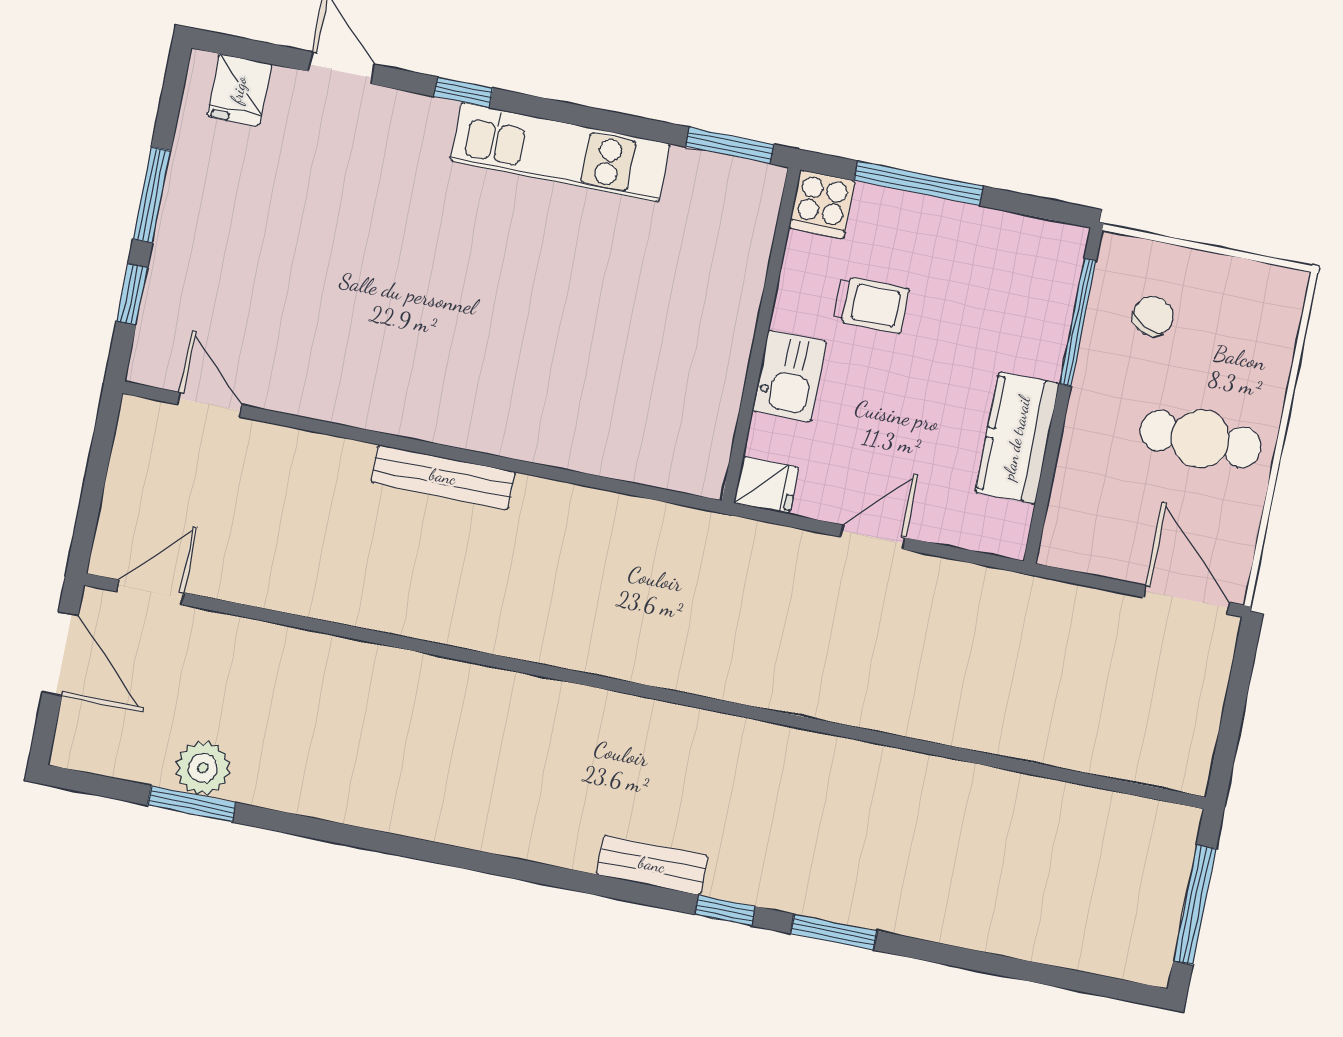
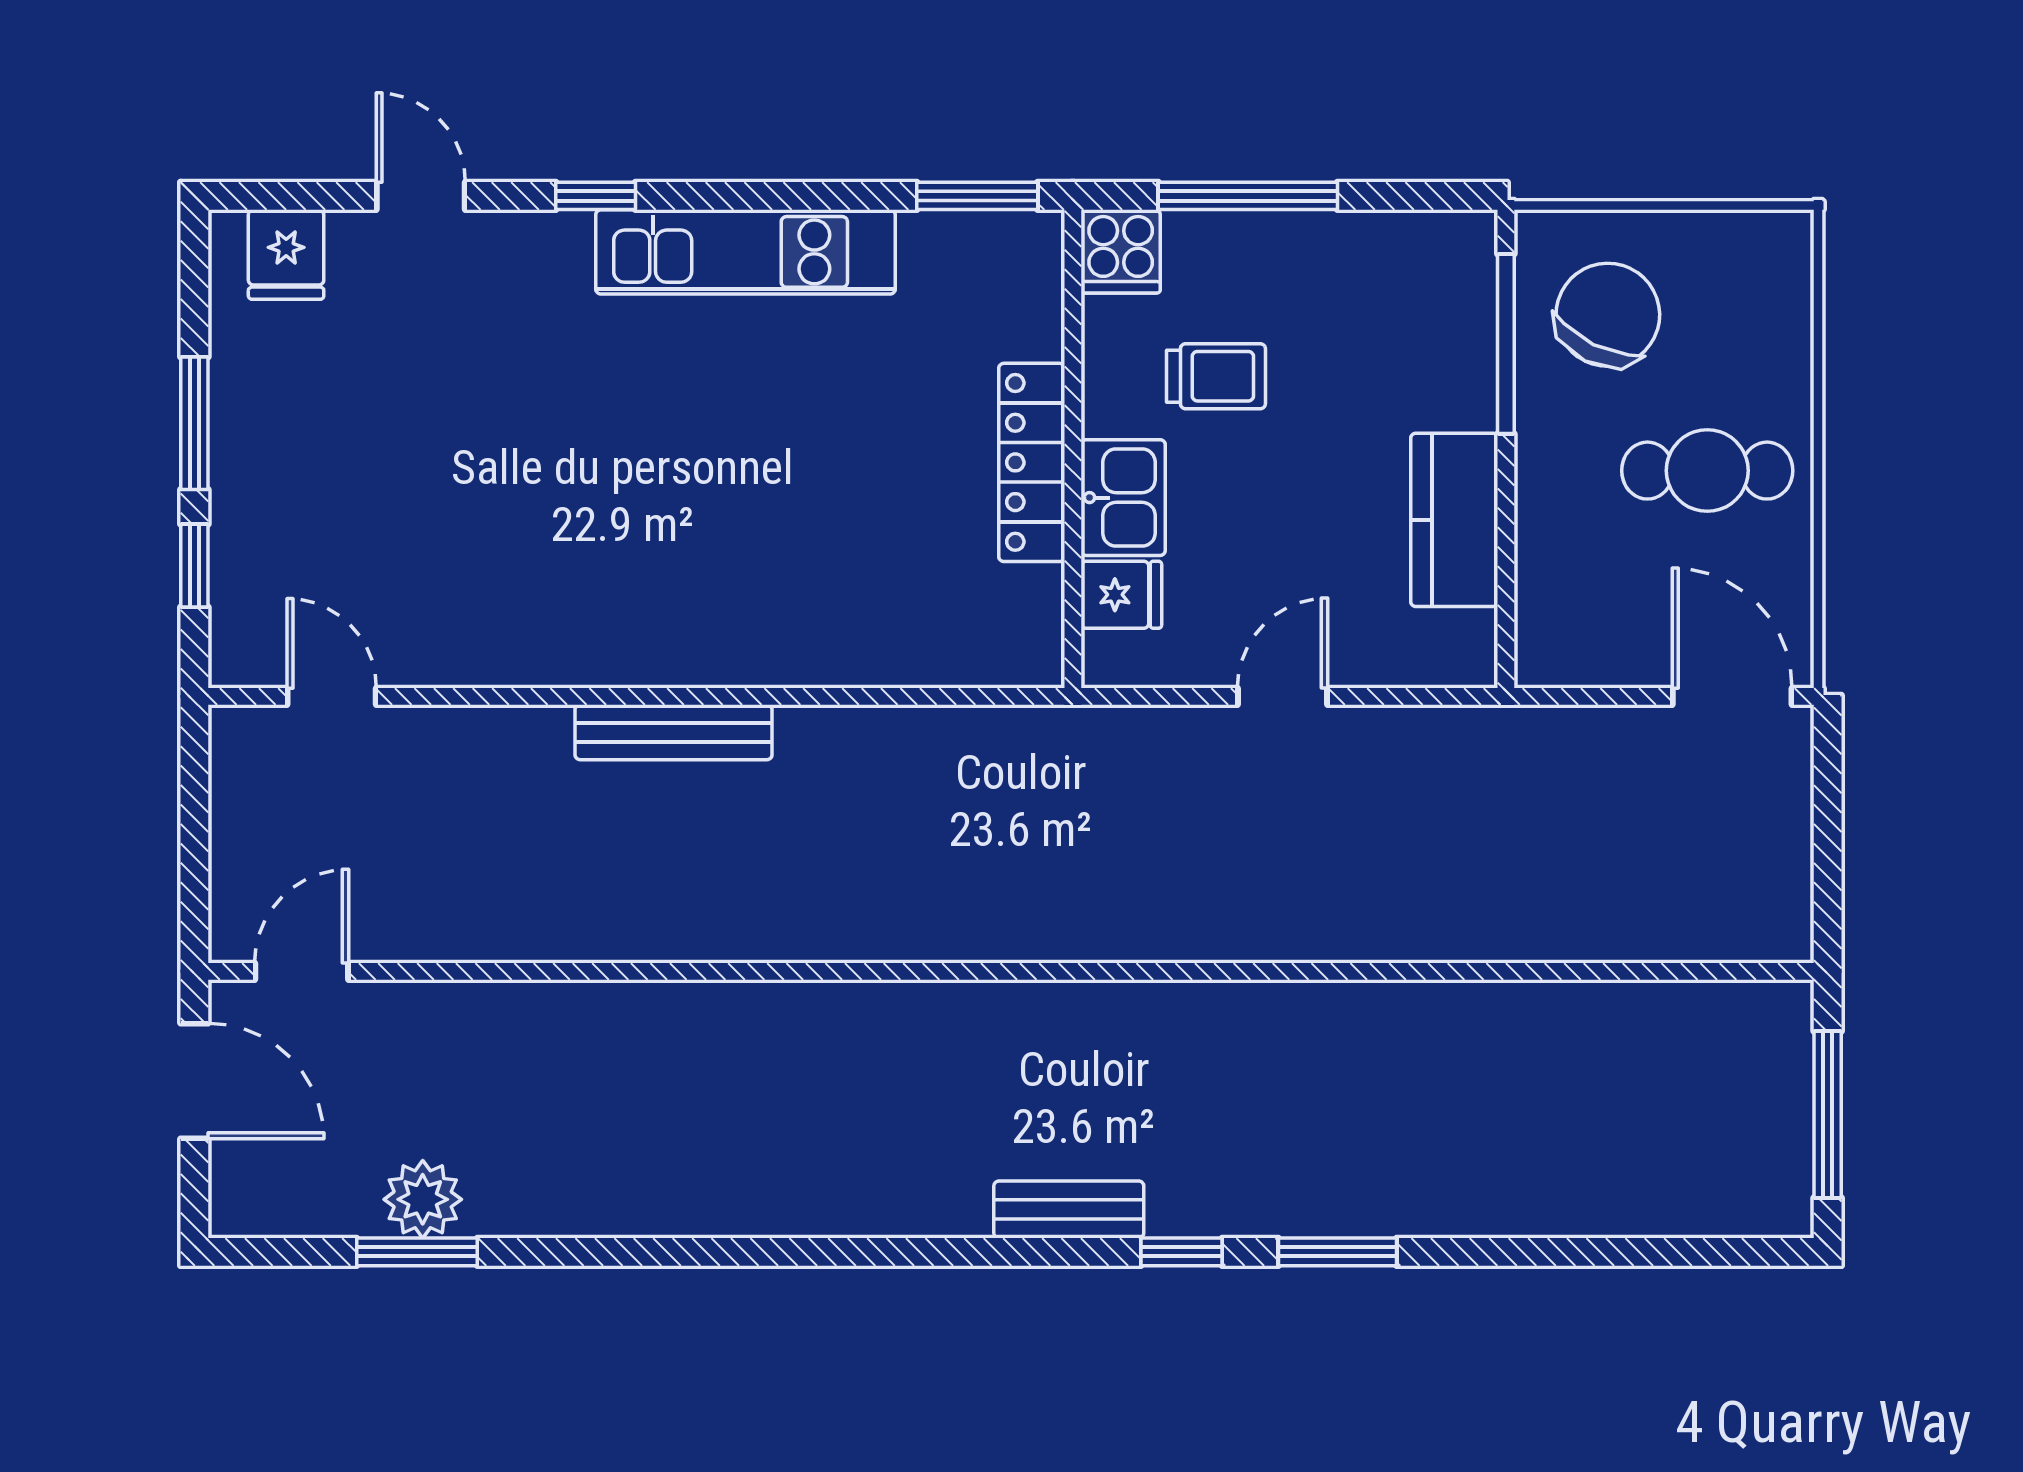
chair: (1153, 316) -> (1608, 315), width x1.87, depth x1.87
locker: (730, 339) -> (1032, 462), added
fridge: (766, 485) -> (1121, 595), moved

